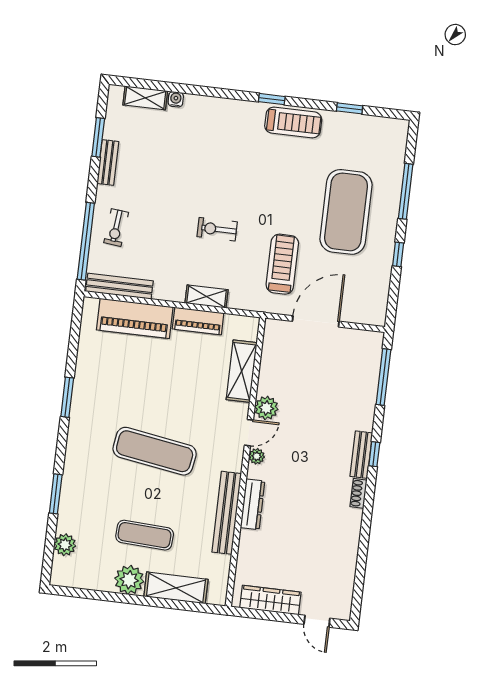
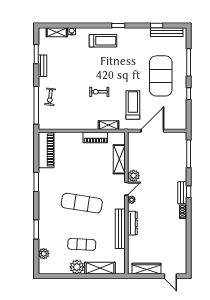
treadmill: (293, 123) -> (103, 41), moved
bench: (119, 286) -> (167, 32), moved
shelving: (207, 296) -> (109, 125), moved
piano: (135, 318) -> (46, 150), moved, turned -90

